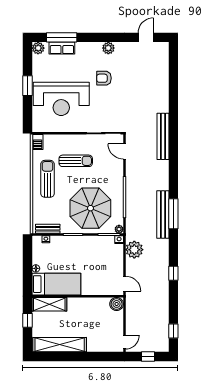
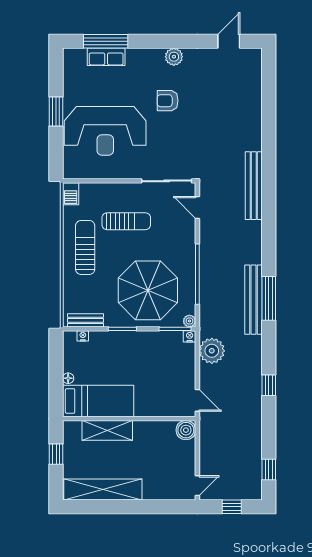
plant: (38, 48) -> (72, 57), removed
shelving: (49, 304) -> (107, 430), moved

